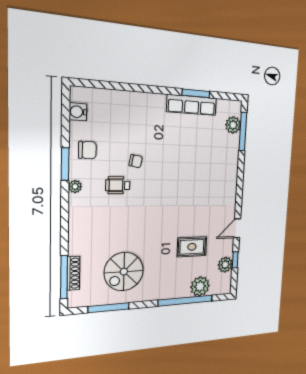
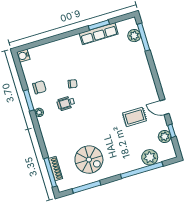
water cooler: (78, 112) -> (23, 56), moved
door: (237, 228) -> (165, 107), hinge flipped
rug: (192, 247) -> (134, 117), moved
spiral stairs: (124, 272) -> (89, 160), turned -90

